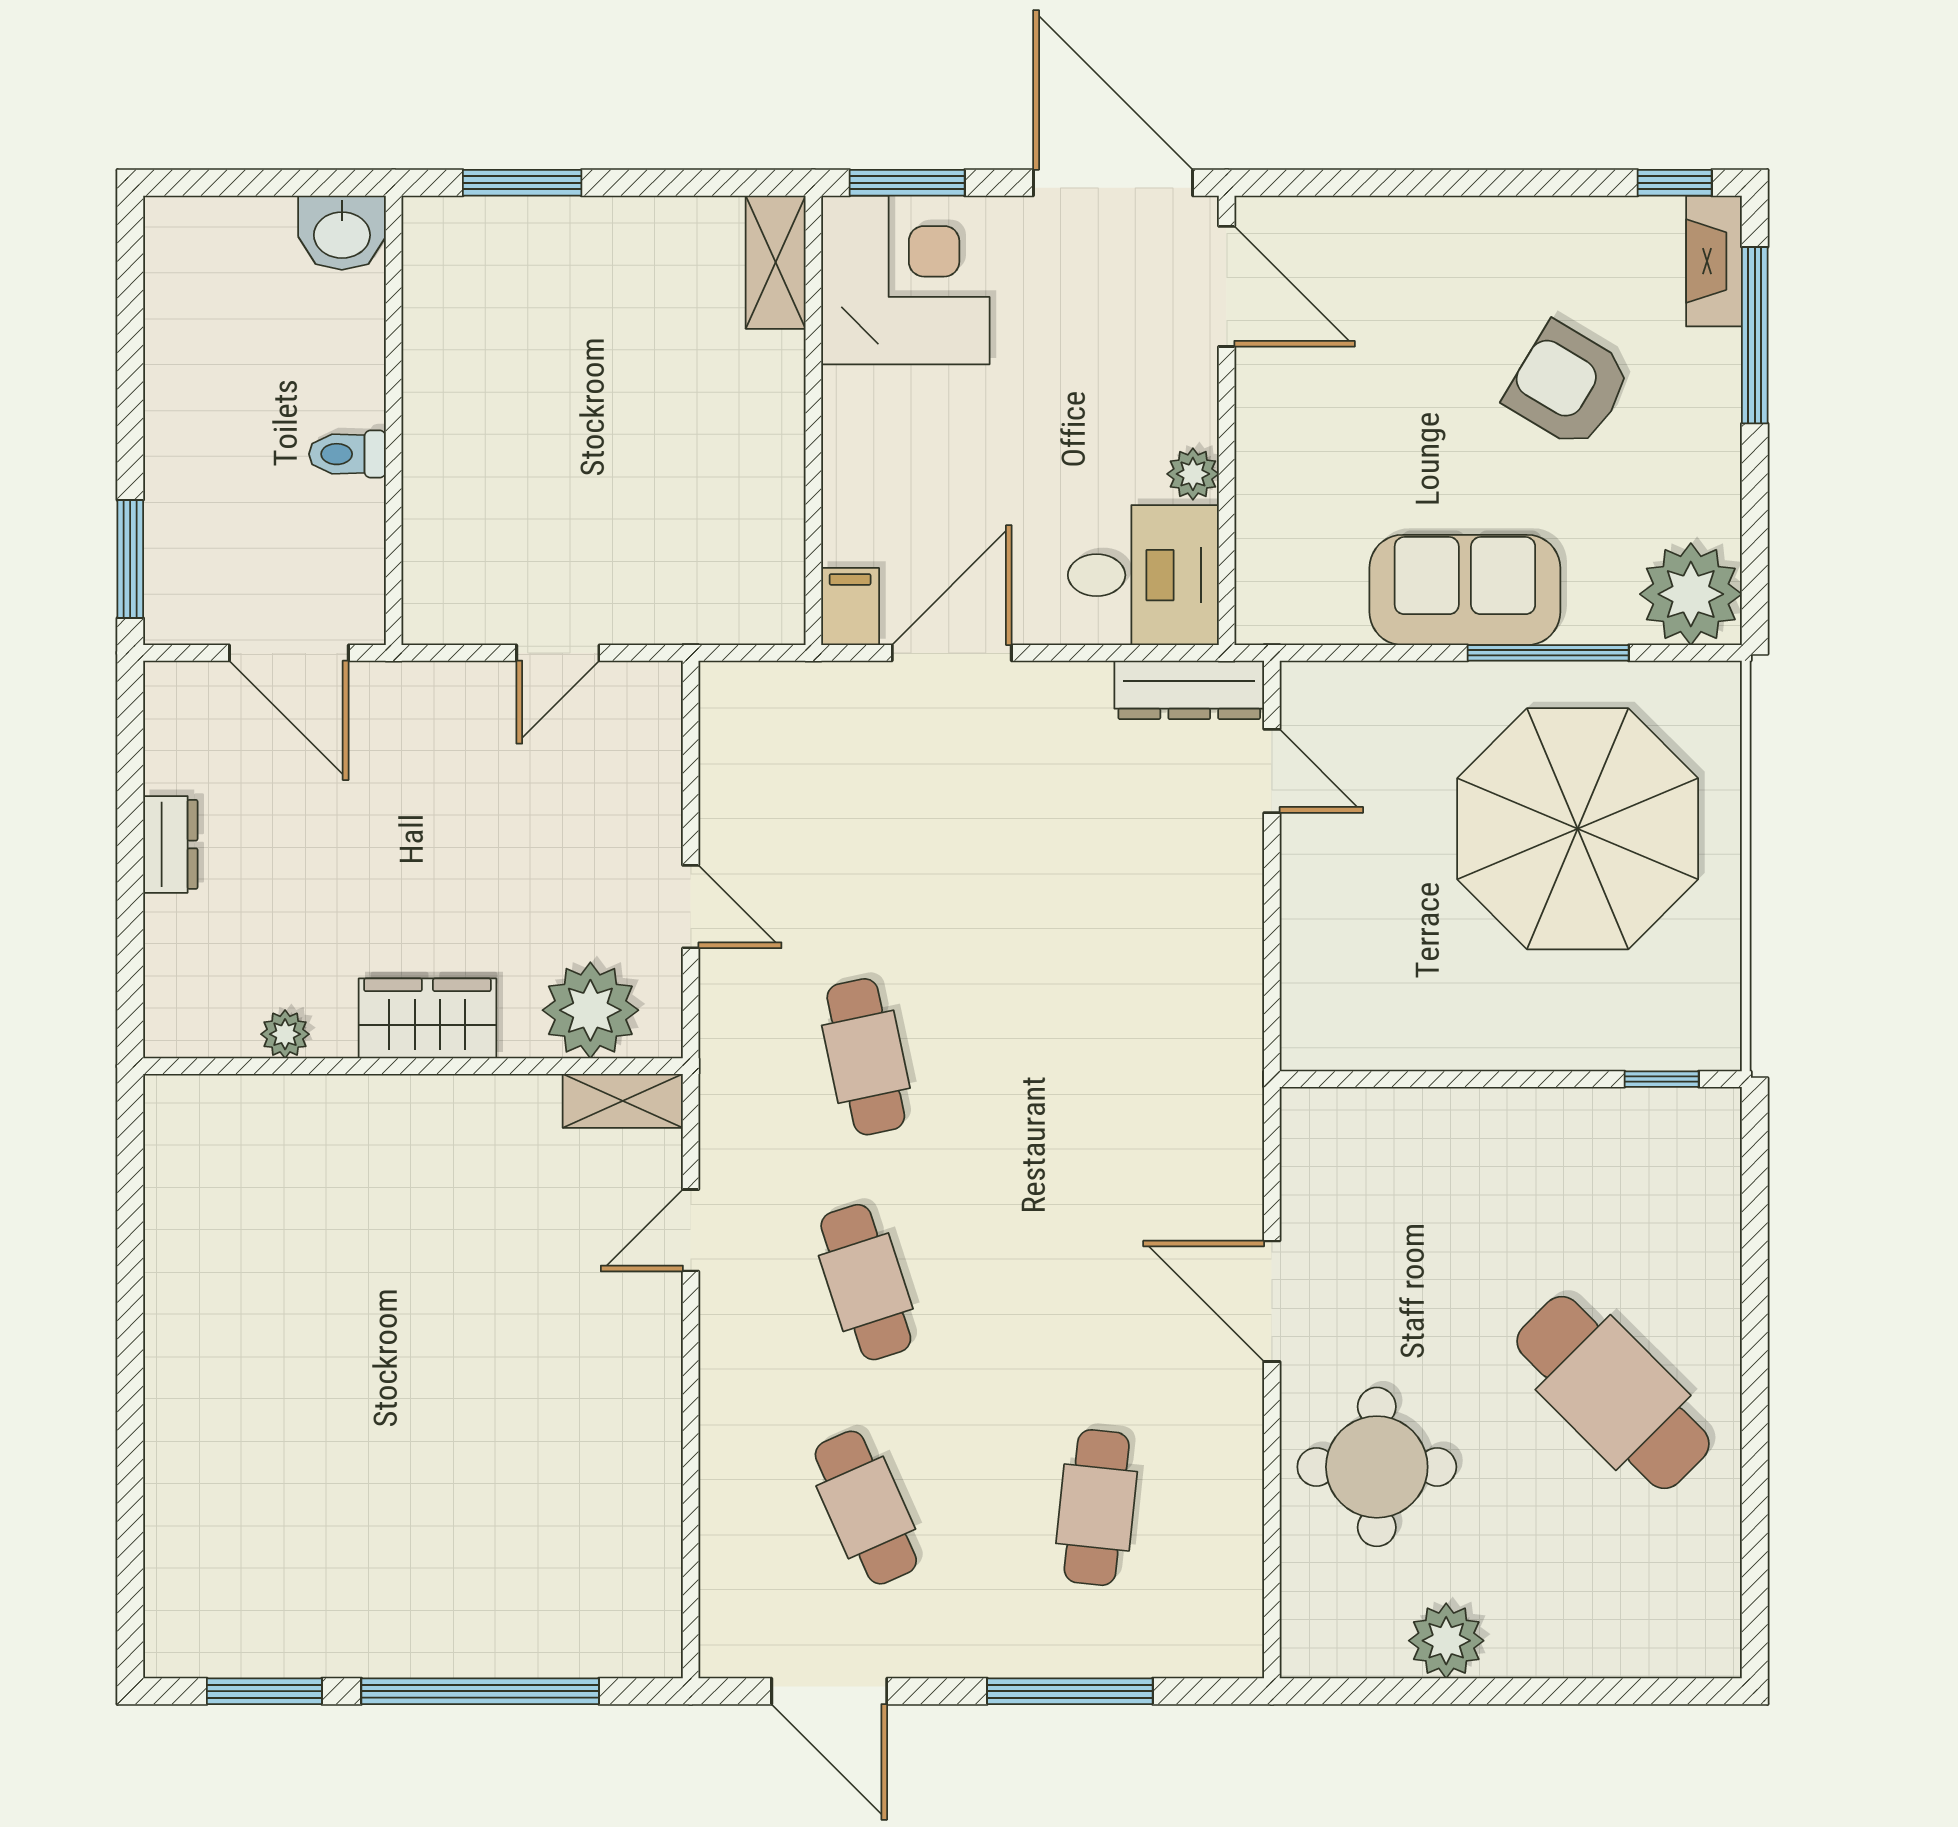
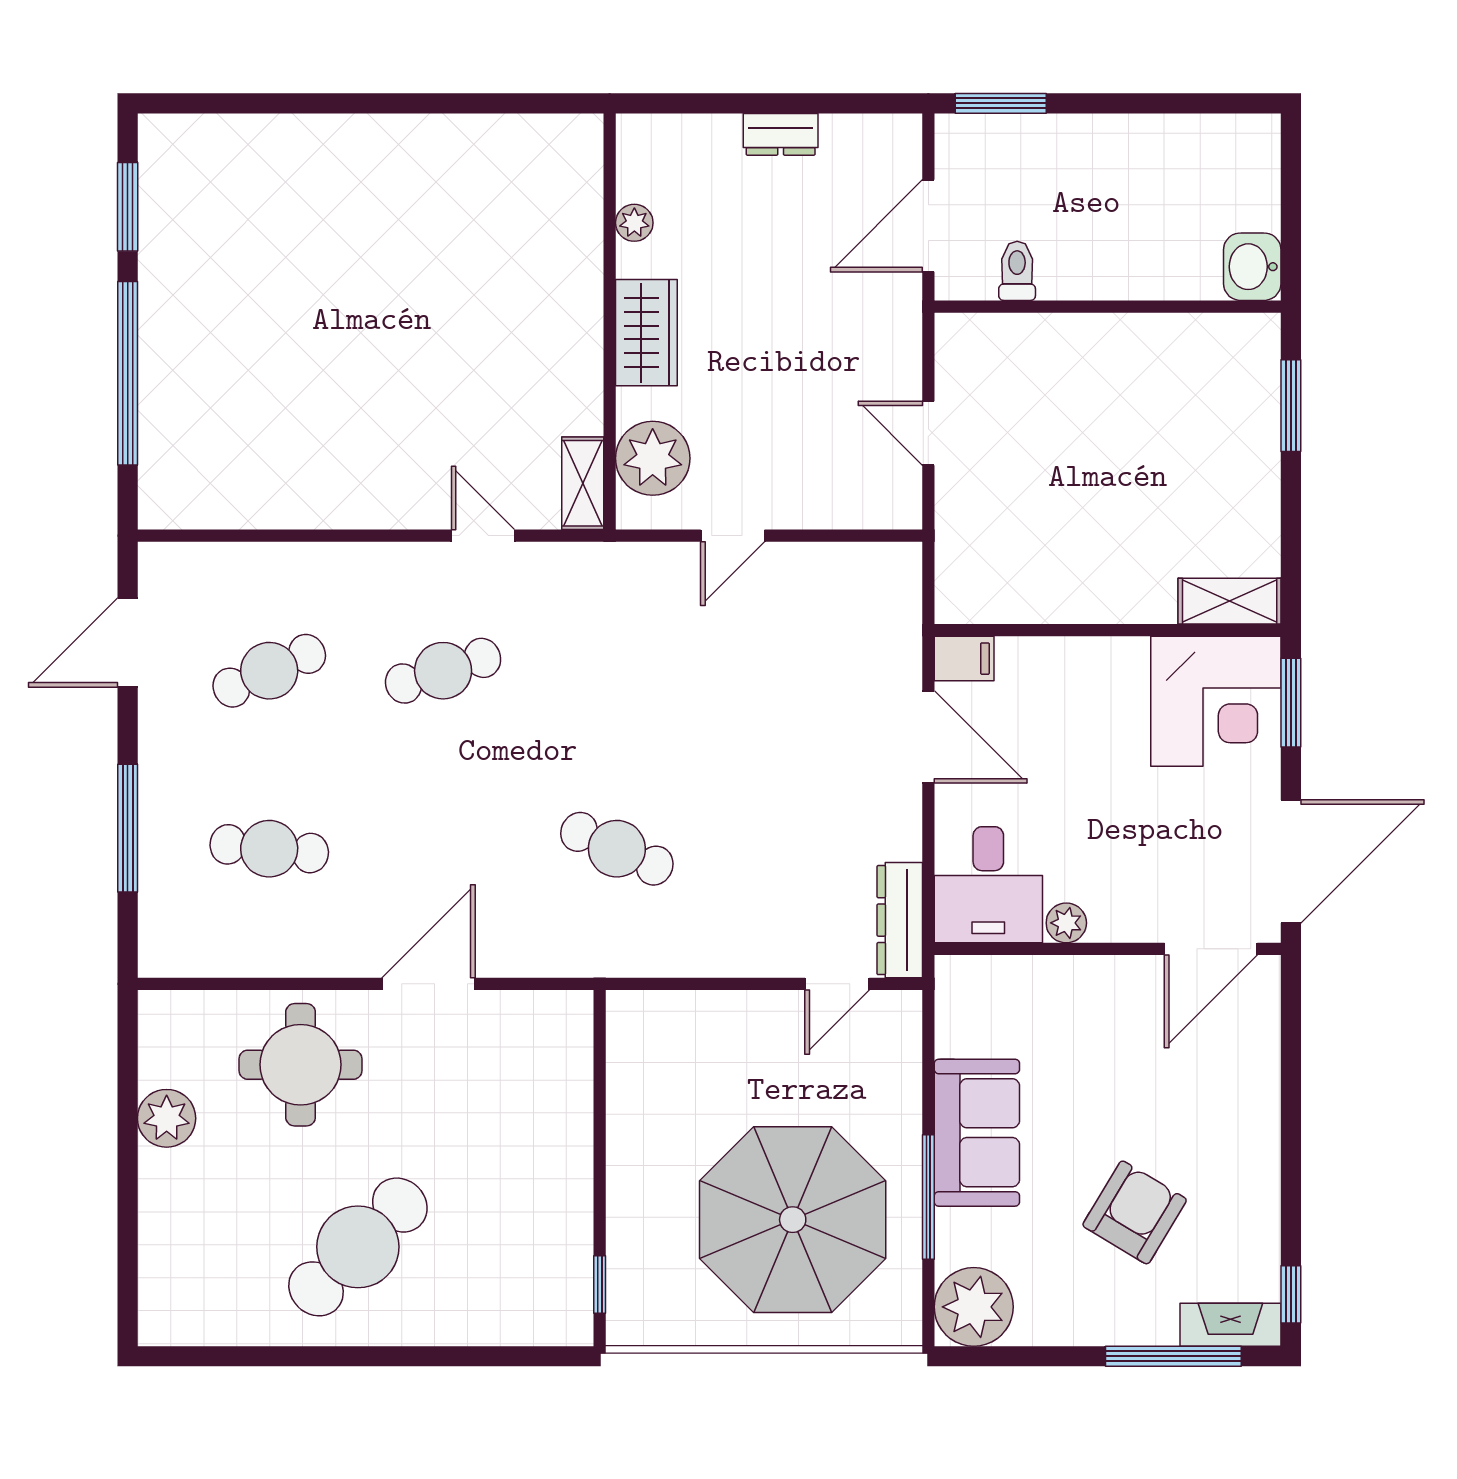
toilet: (347, 454) -> (1017, 271), moved
cafe table: (866, 1057) -> (617, 849), moved, turned 36

